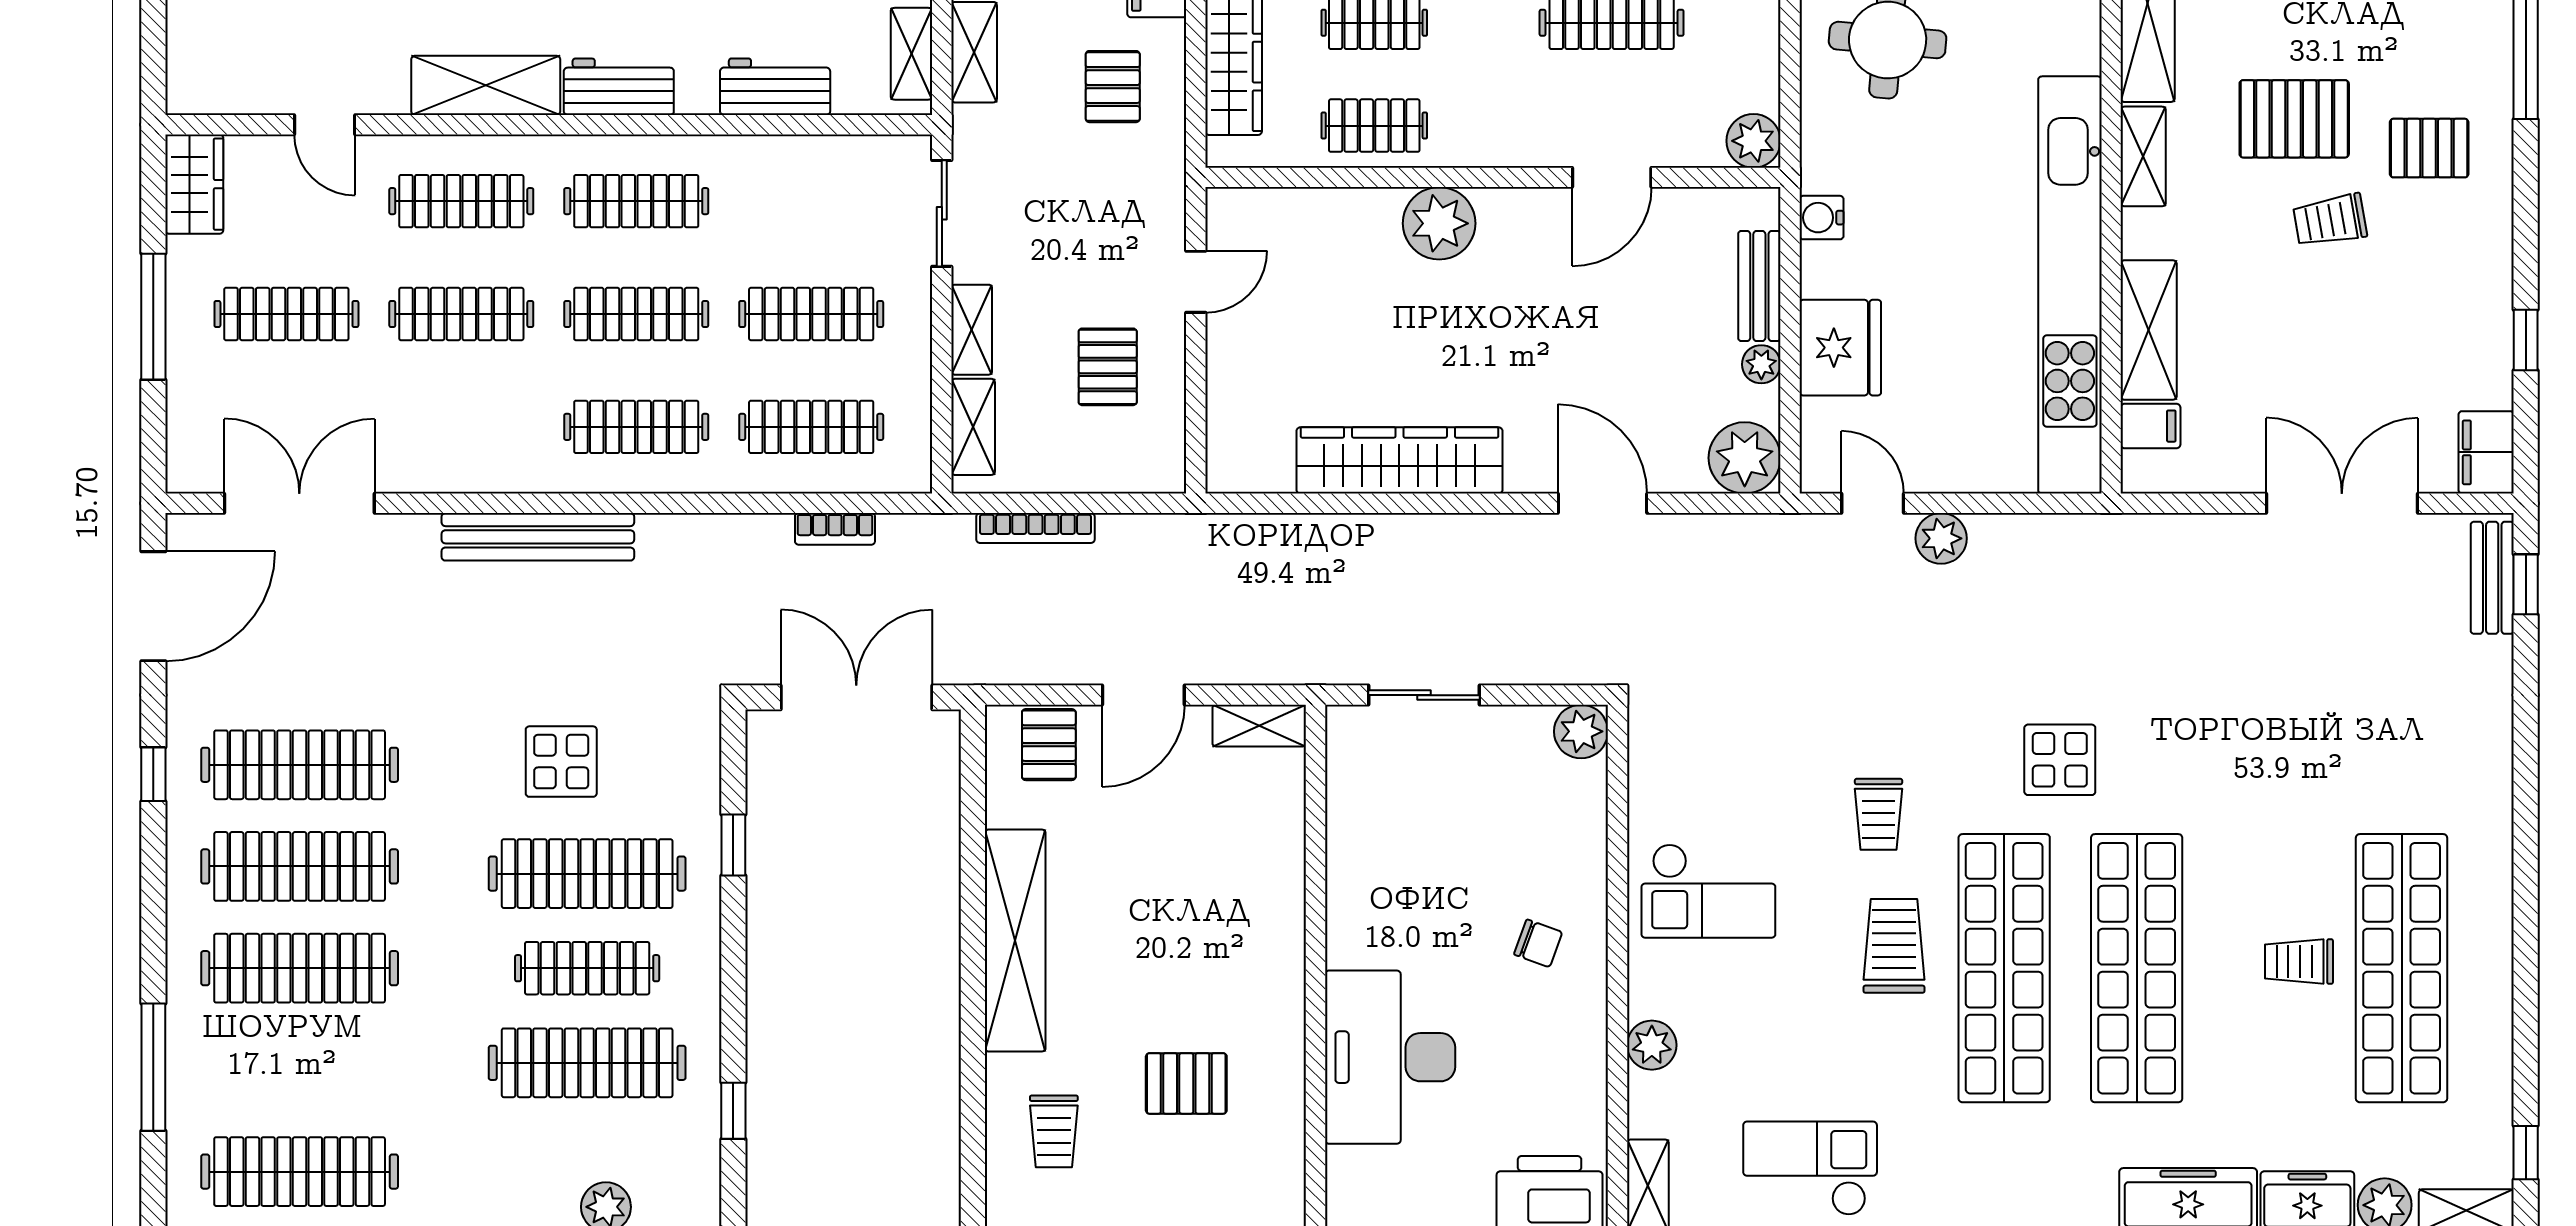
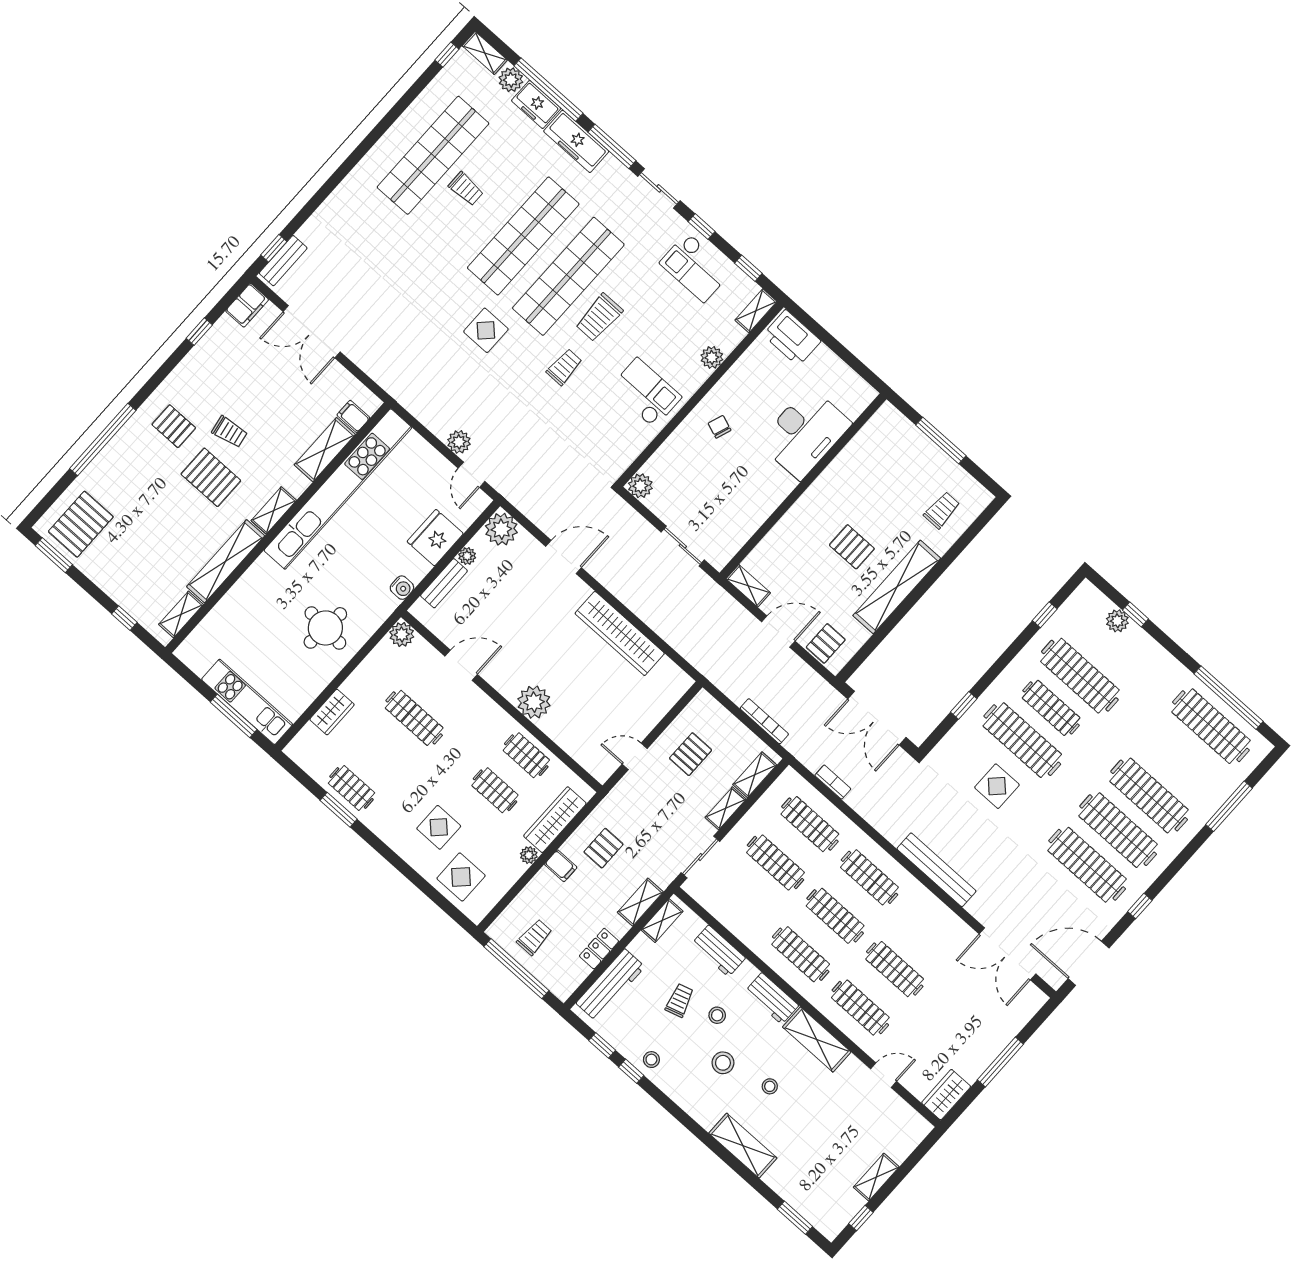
door: (325, 125) -> (884, 1075), hinge flipped
clothes rail: (286, 314) -> (954, 1022), removed
door: (1603, 503) -> (564, 557), swing flipped
pallet: (1186, 1083) -> (852, 547), moved

